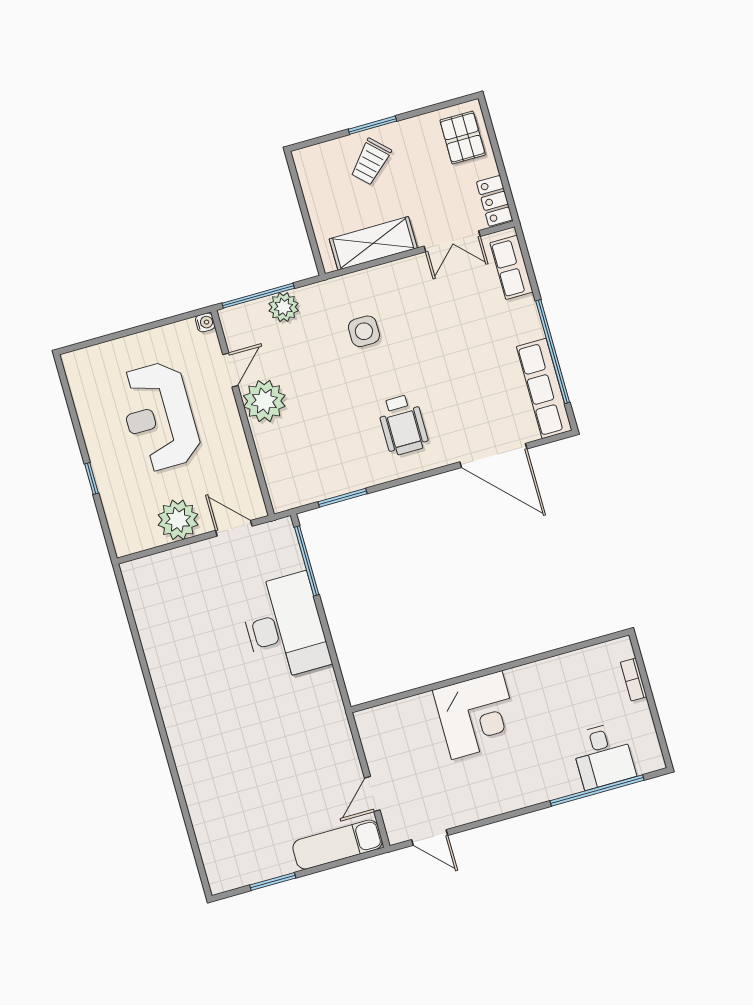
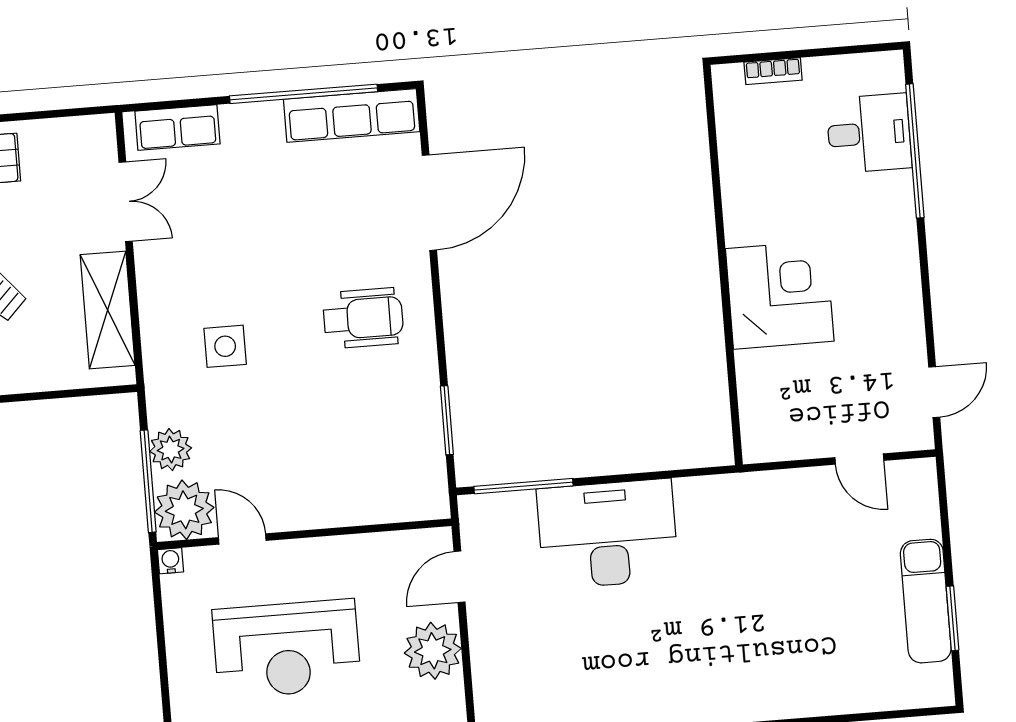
locker: (495, 201) -> (82, 133), removed
plant: (264, 401) -> (184, 510), moved
exam couch: (337, 845) -> (926, 601), moved

